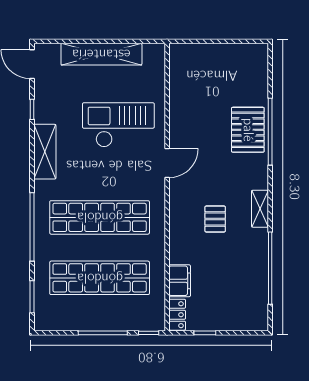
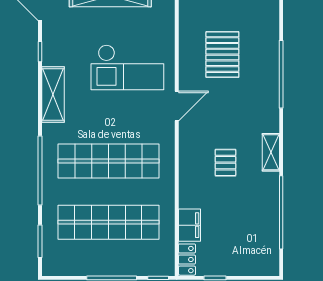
checkout: (118, 125) -> (127, 67), turned 180
pallet: (248, 130) -> (222, 55), moved

